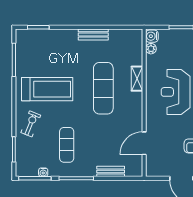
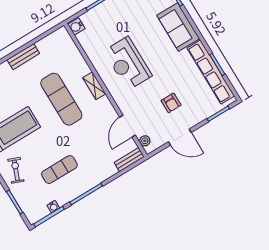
plant: (151, 49) -> (145, 141), moved
shelving: (137, 79) -> (94, 86), moved
exercise mat: (67, 145) -> (59, 170), turned 90
bench: (111, 171) -> (129, 160), moved

